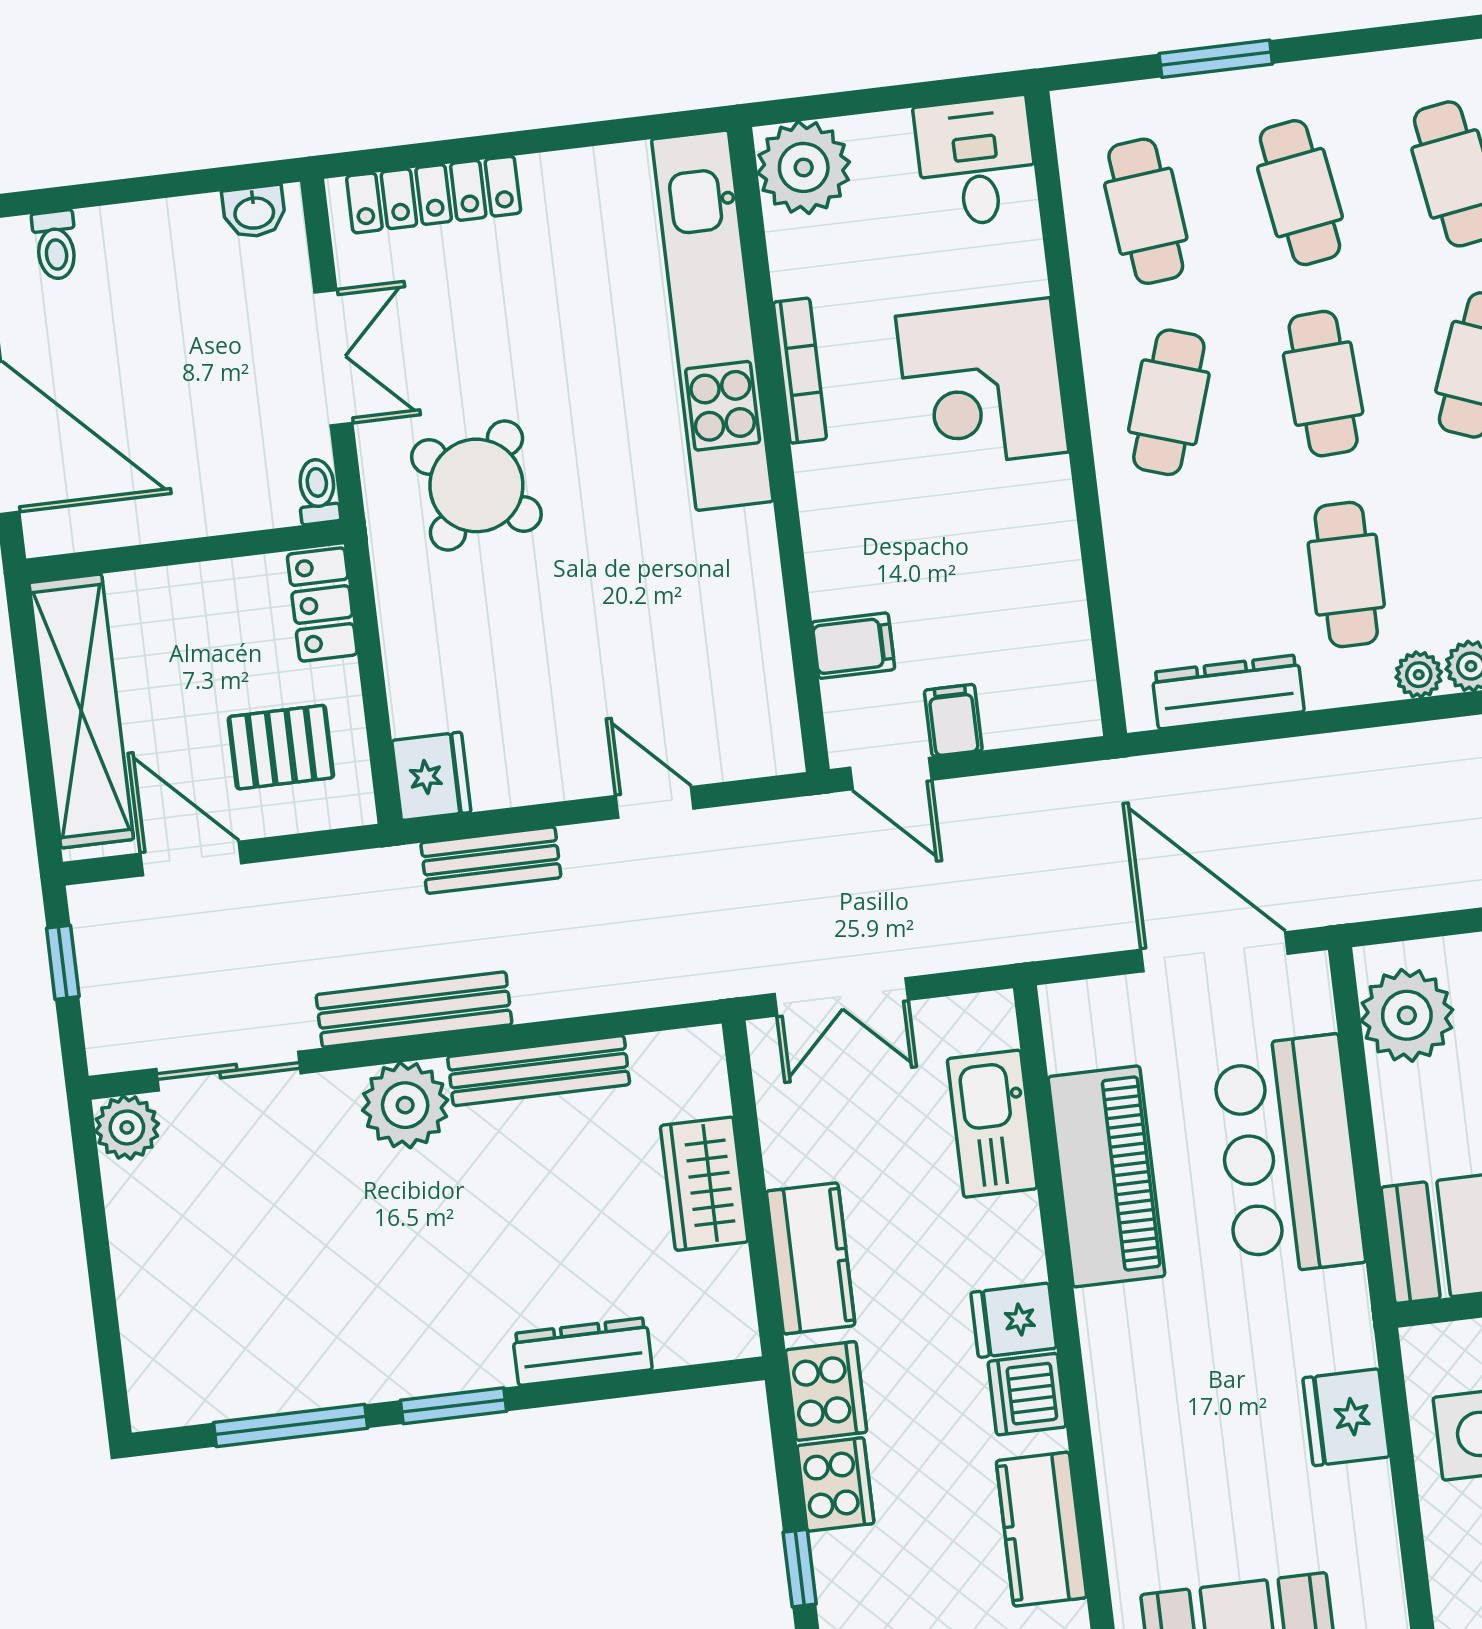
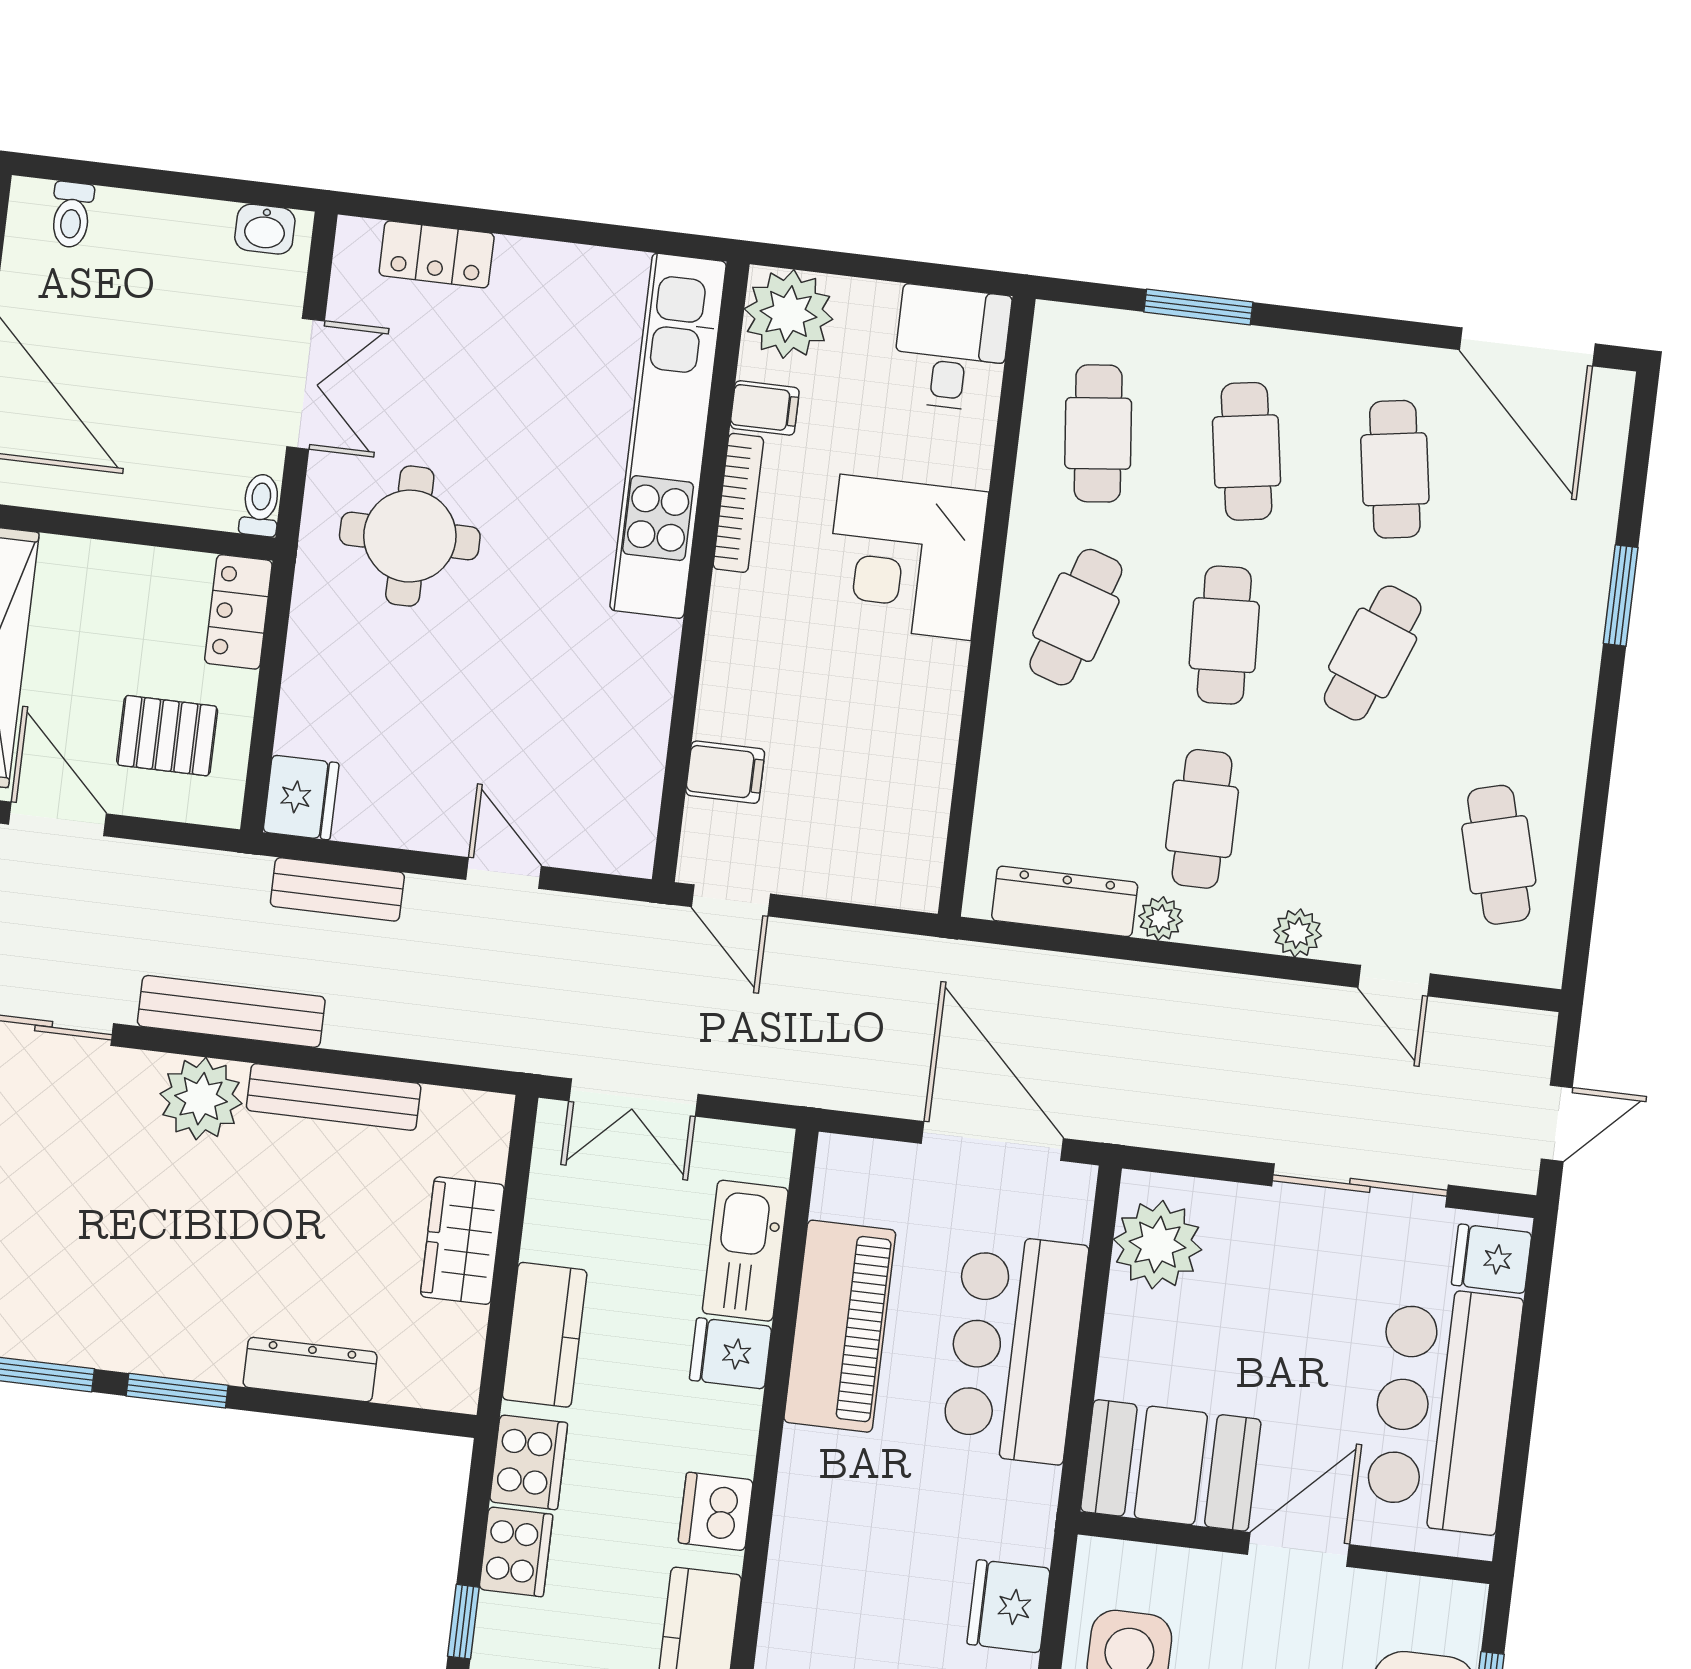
locker: (434, 195) -> (437, 254), width x0.66
round table: (476, 485) -> (410, 536), turned -38
plant: (1419, 675) -> (1161, 919), moved
filing cabinet: (953, 720) -> (765, 408), moved, turned 90
fridge: (1014, 1320) -> (731, 1353), moved

